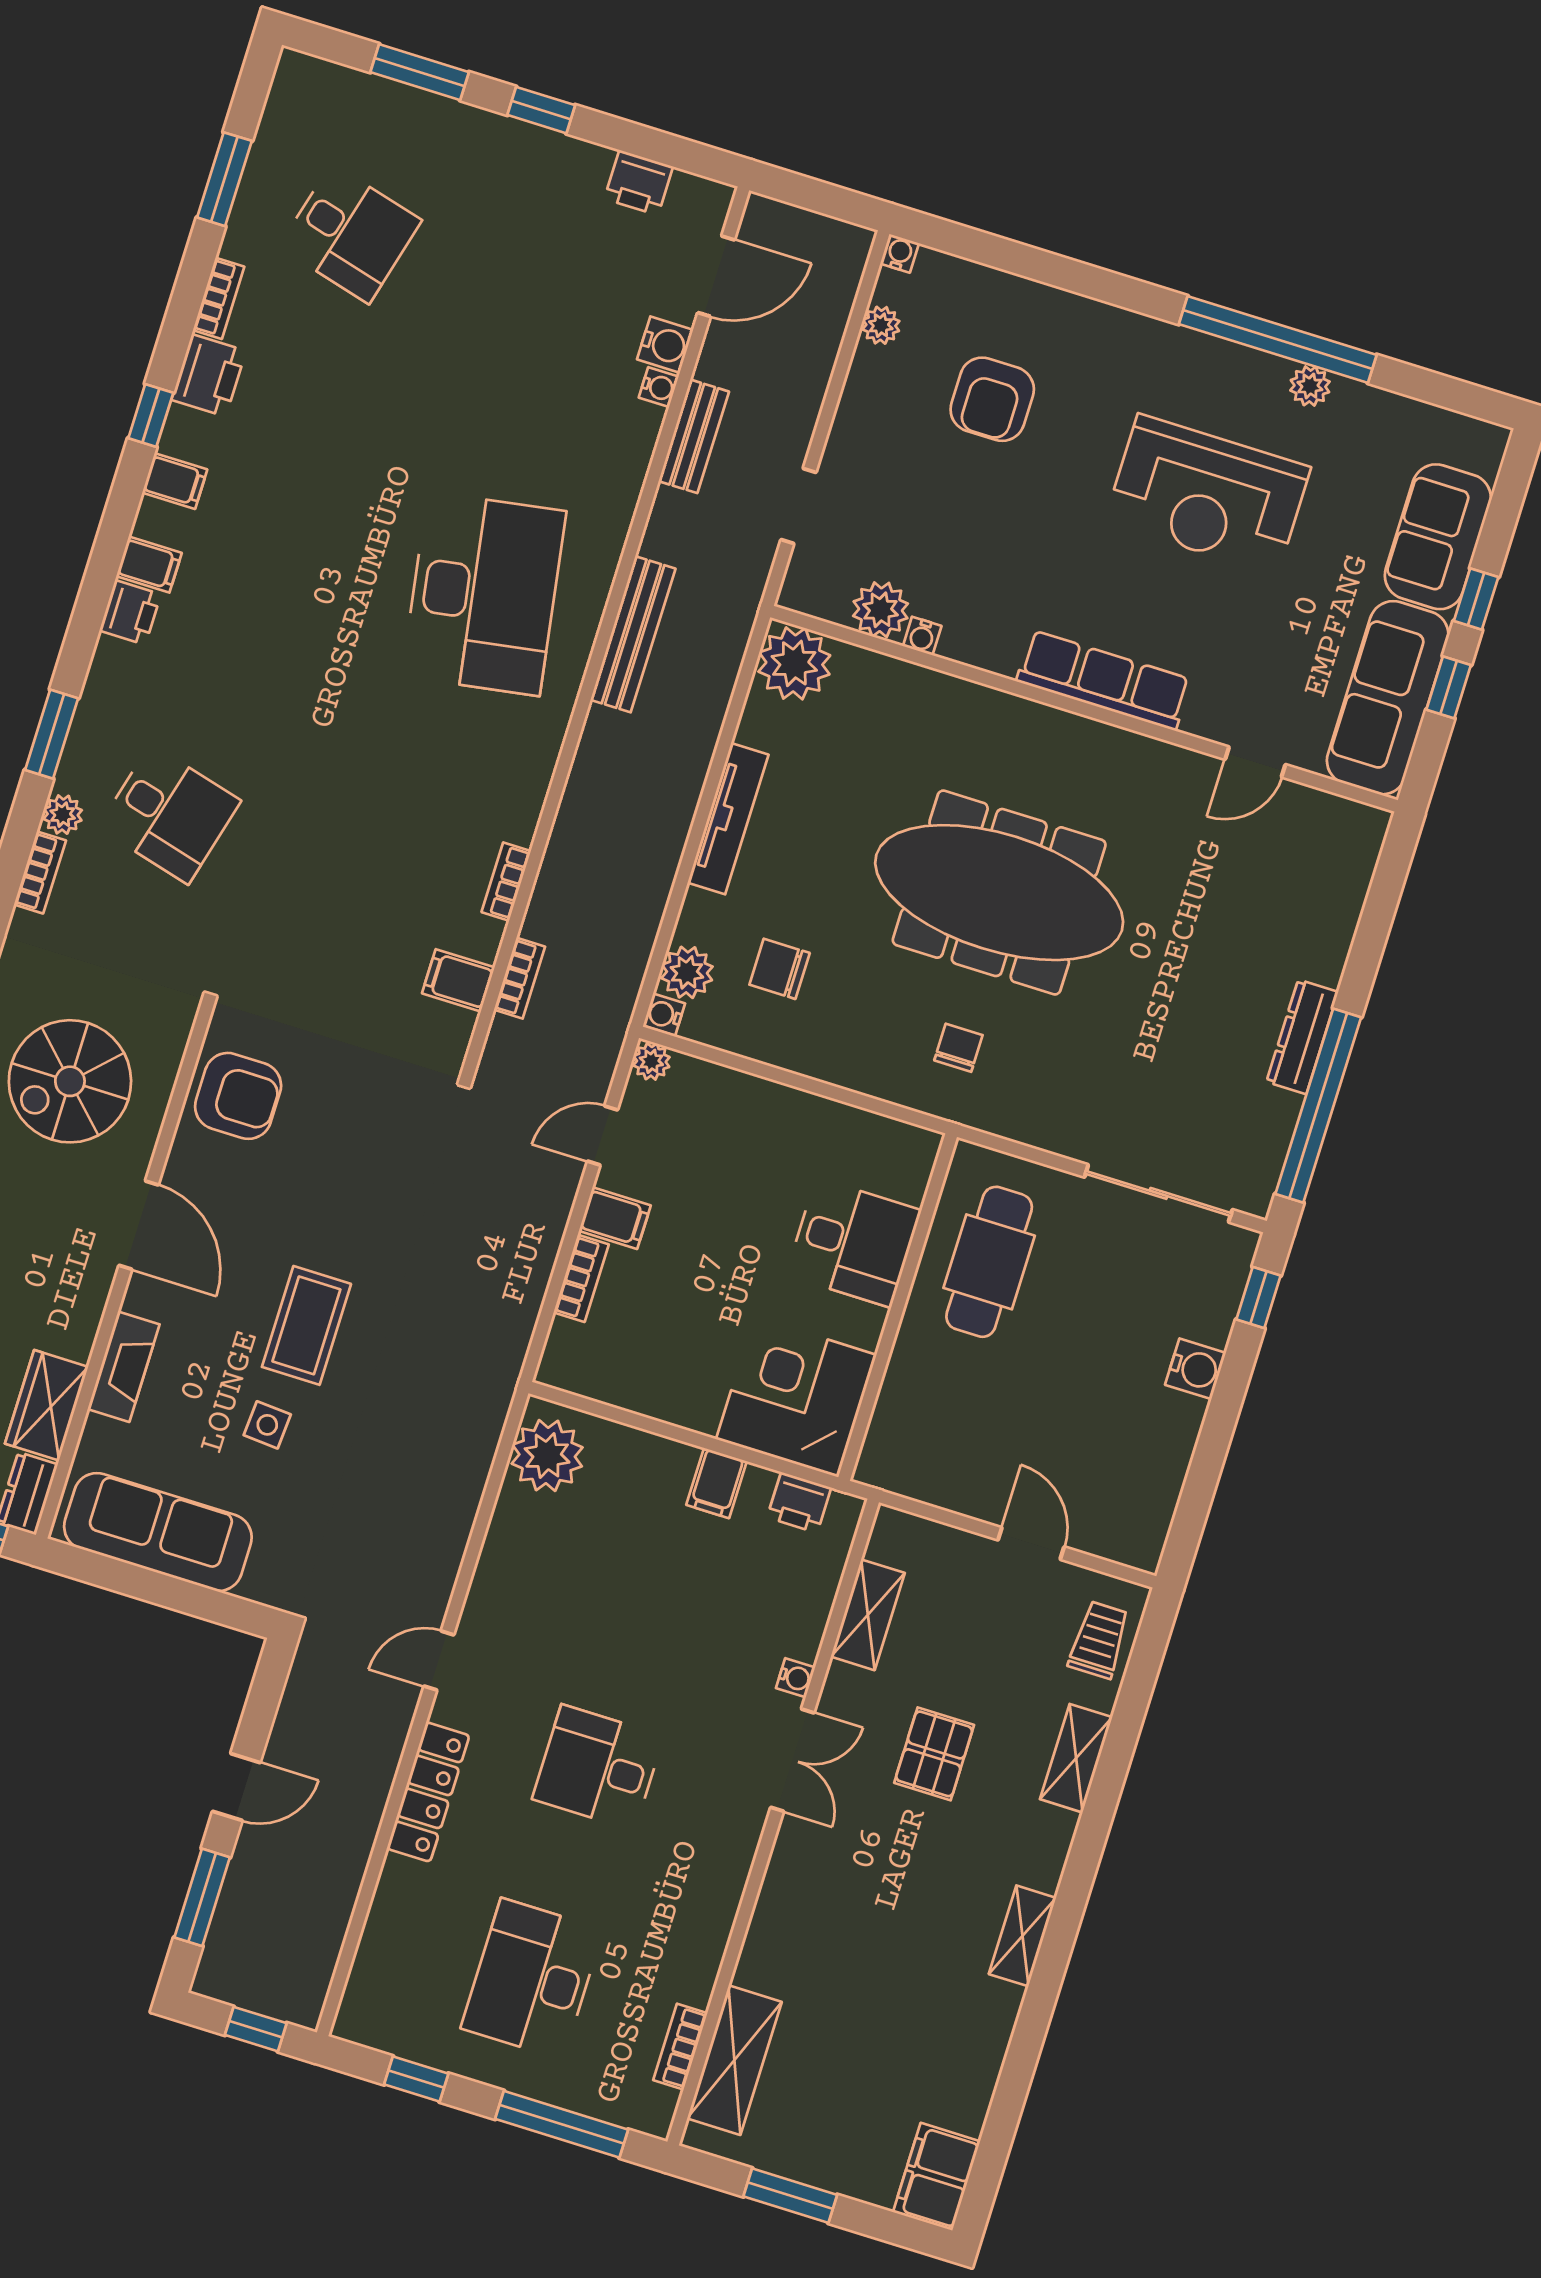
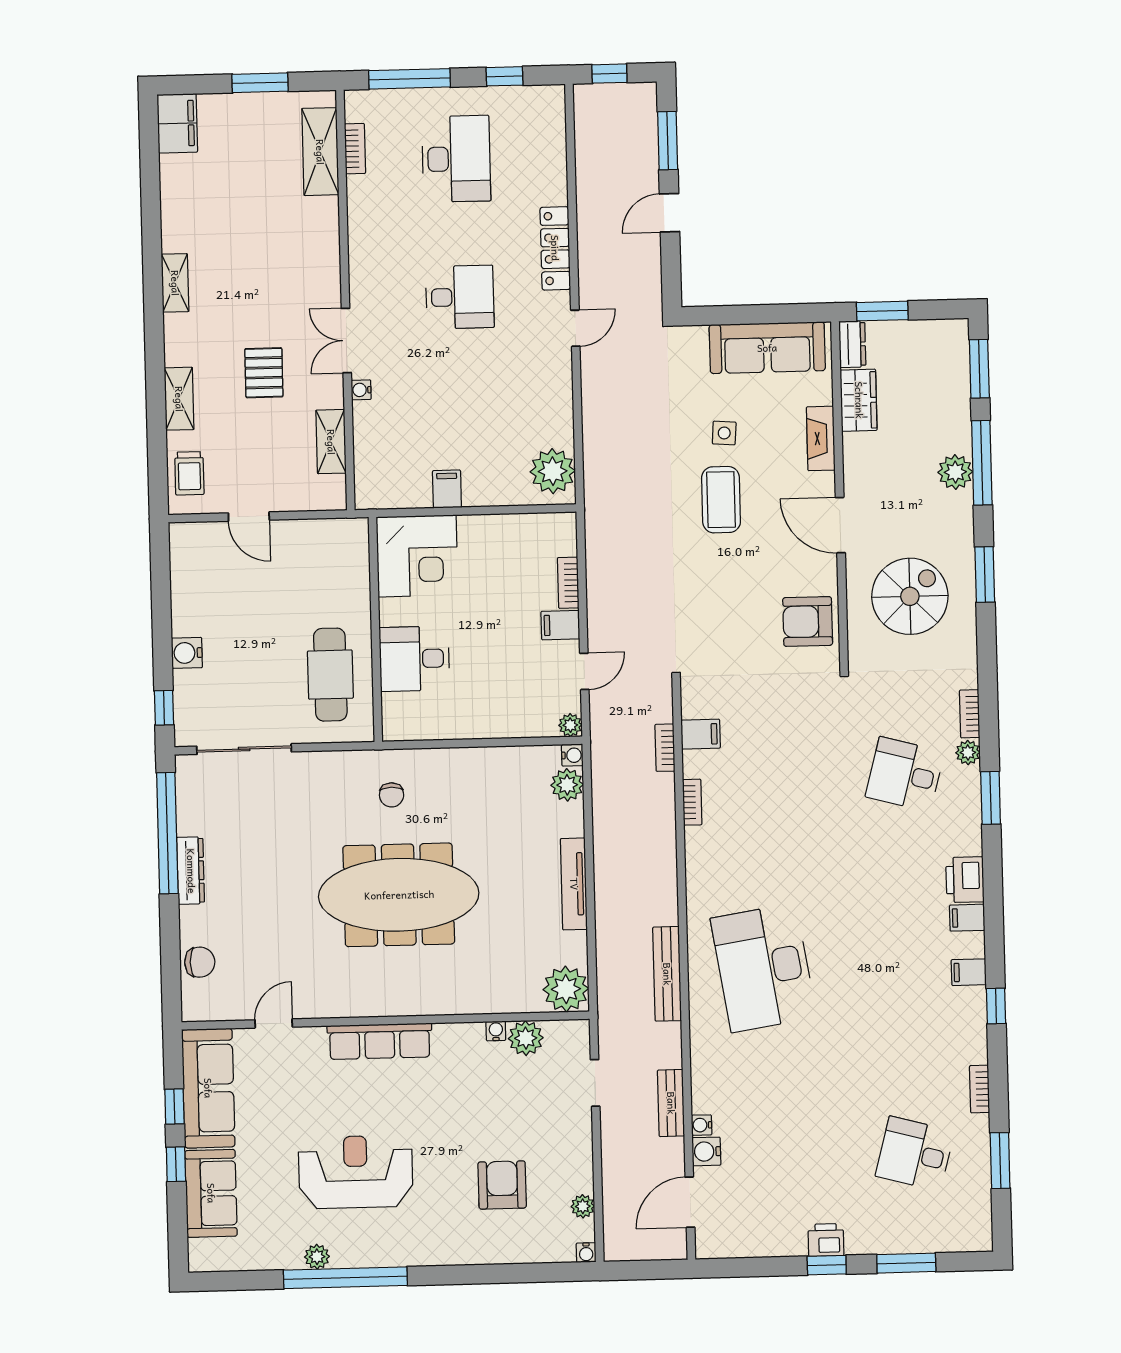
printer: (639, 183) -> (826, 1240), moved
printer: (209, 375) -> (970, 1041), removed
printer: (130, 612) -> (965, 880), width x1.36, depth x1.24
chair: (780, 969) -> (200, 962), moved
printer: (799, 1502) -> (394, 494), removed

